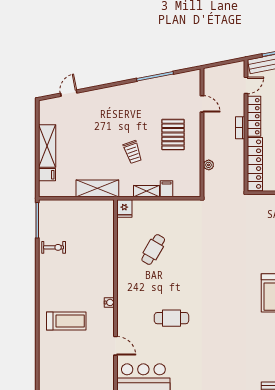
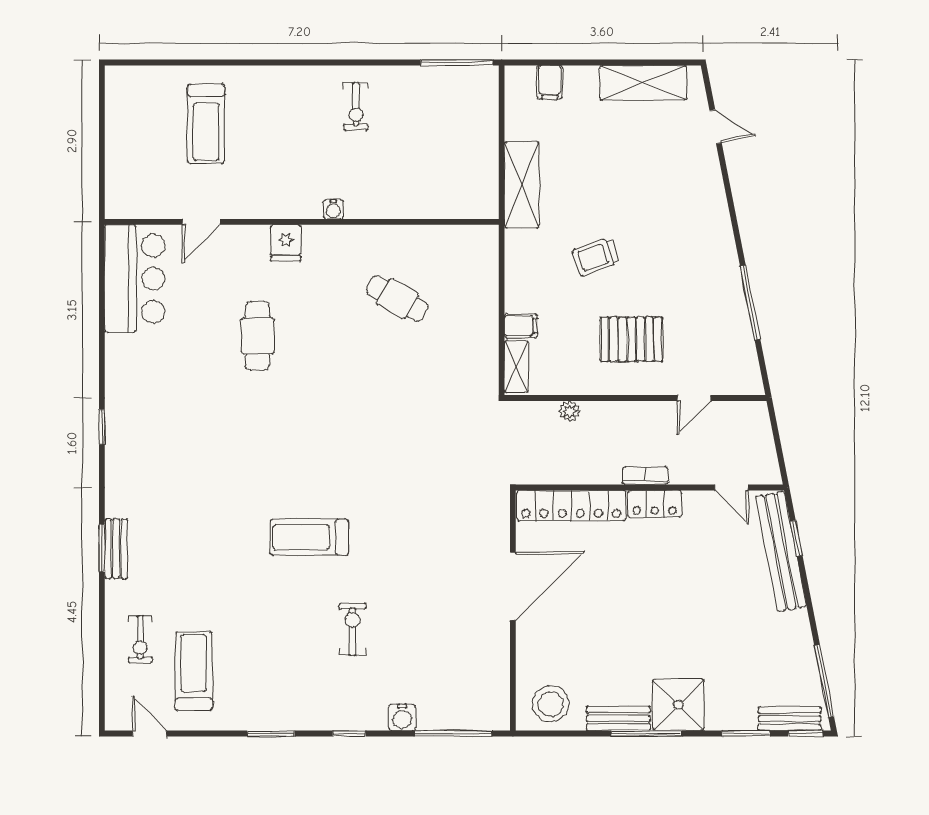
locker: (254, 116) -> (655, 504), width x0.66
shelving: (47, 146) -> (643, 83), moved
shelving: (146, 191) -> (516, 367), moved
fridge: (124, 209) -> (286, 243), moved, turned -90
exercise bike: (54, 247) -> (356, 106), moved
water cooler: (109, 302) -> (333, 209), moved
treadmill: (66, 321) -> (206, 124), moved

